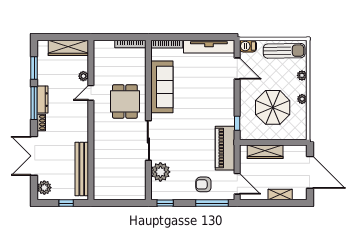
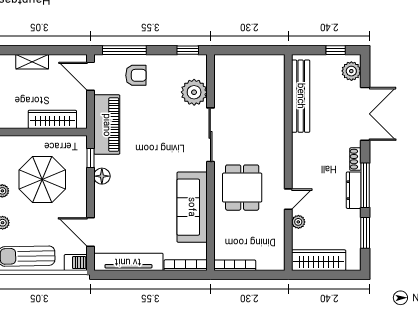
floor lamp: (229, 110) -> (102, 176), added
window: (66, 203) -> (336, 50), moved

